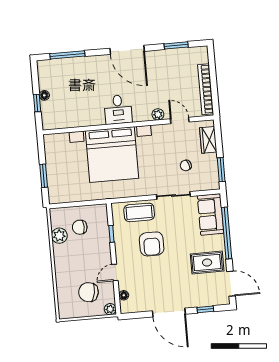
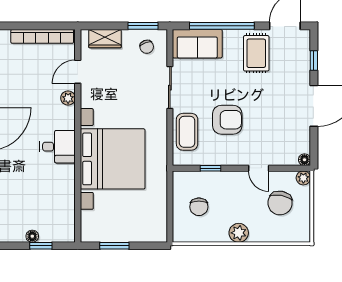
chair: (186, 165) -> (147, 47), moved
window: (44, 176) -> (114, 246), moved
plant: (59, 236) -> (239, 233), moved
floor lamp: (124, 295) -> (304, 160), moved

